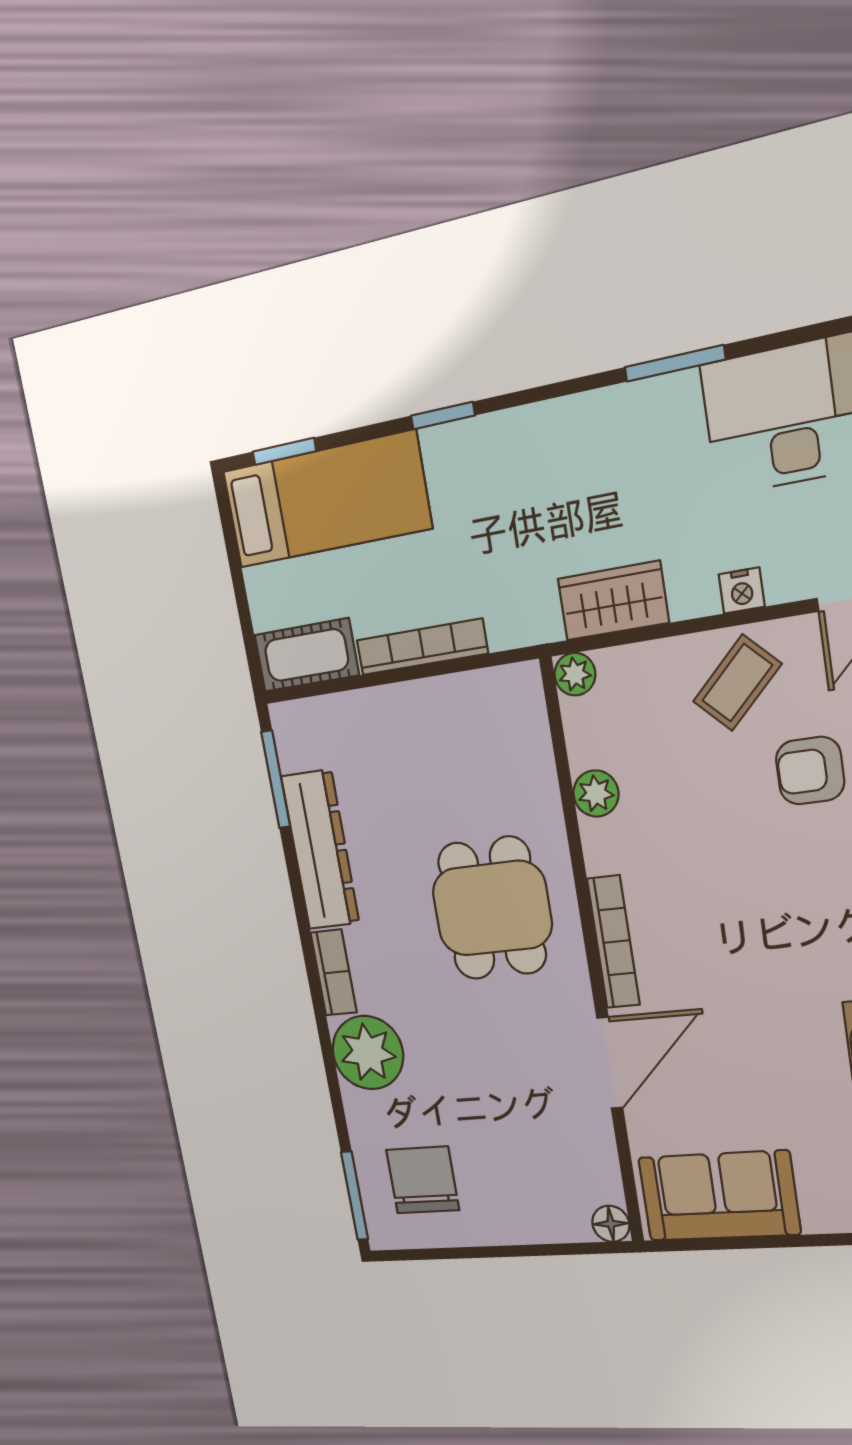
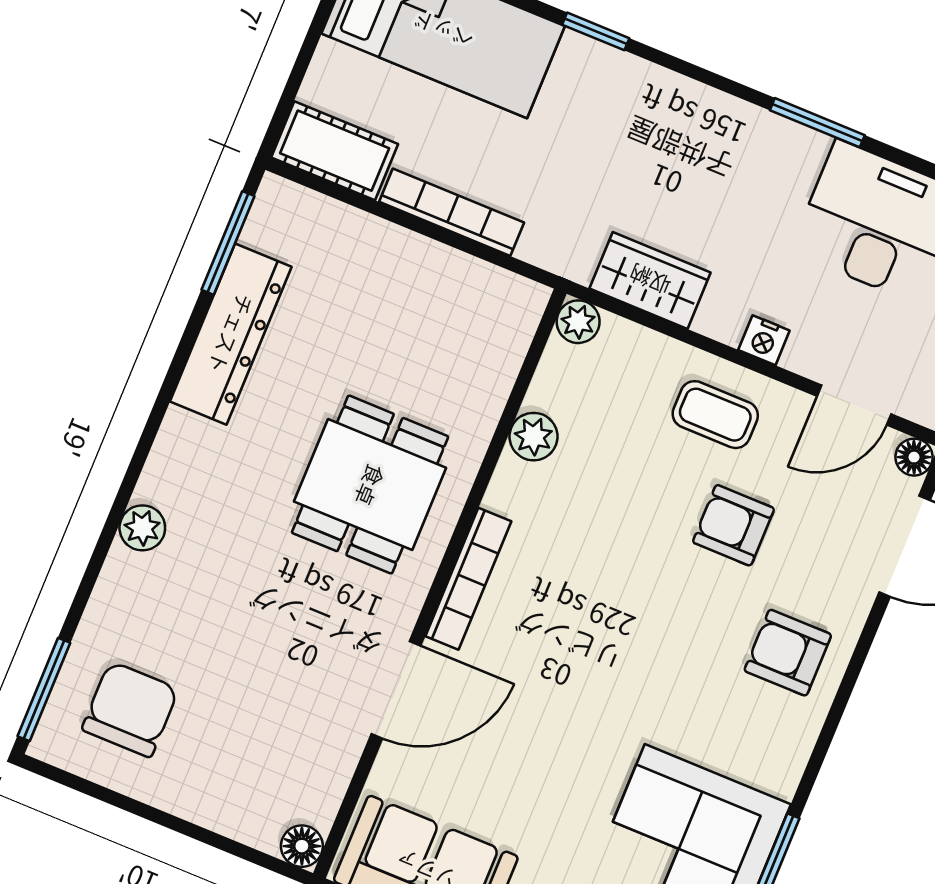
coffee table: (737, 683) -> (715, 415), turned 45
bookcase: (334, 972) -> (168, 457), removed
plant: (368, 1053) -> (142, 528), width x0.53, depth x0.53

